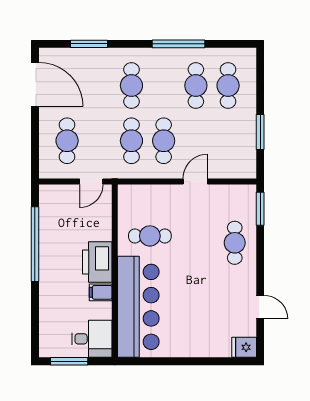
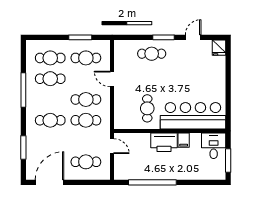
cafe table: (228, 141) -> (86, 58), added
window: (260, 209) -> (163, 37), moved

